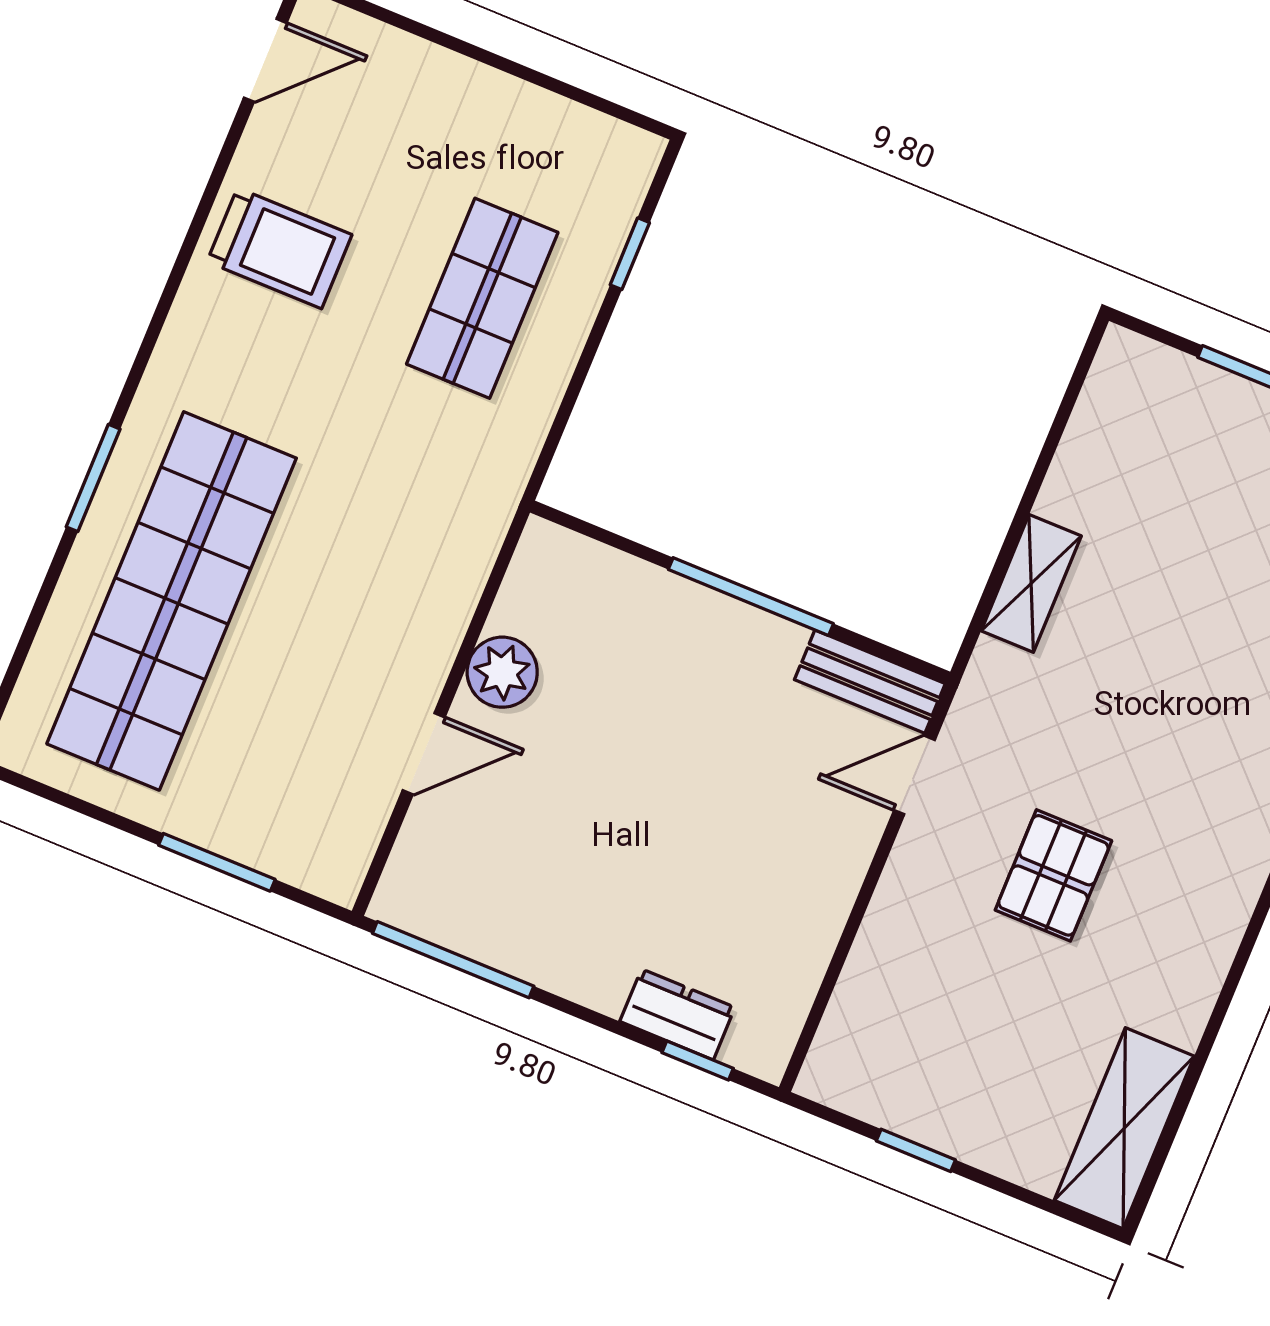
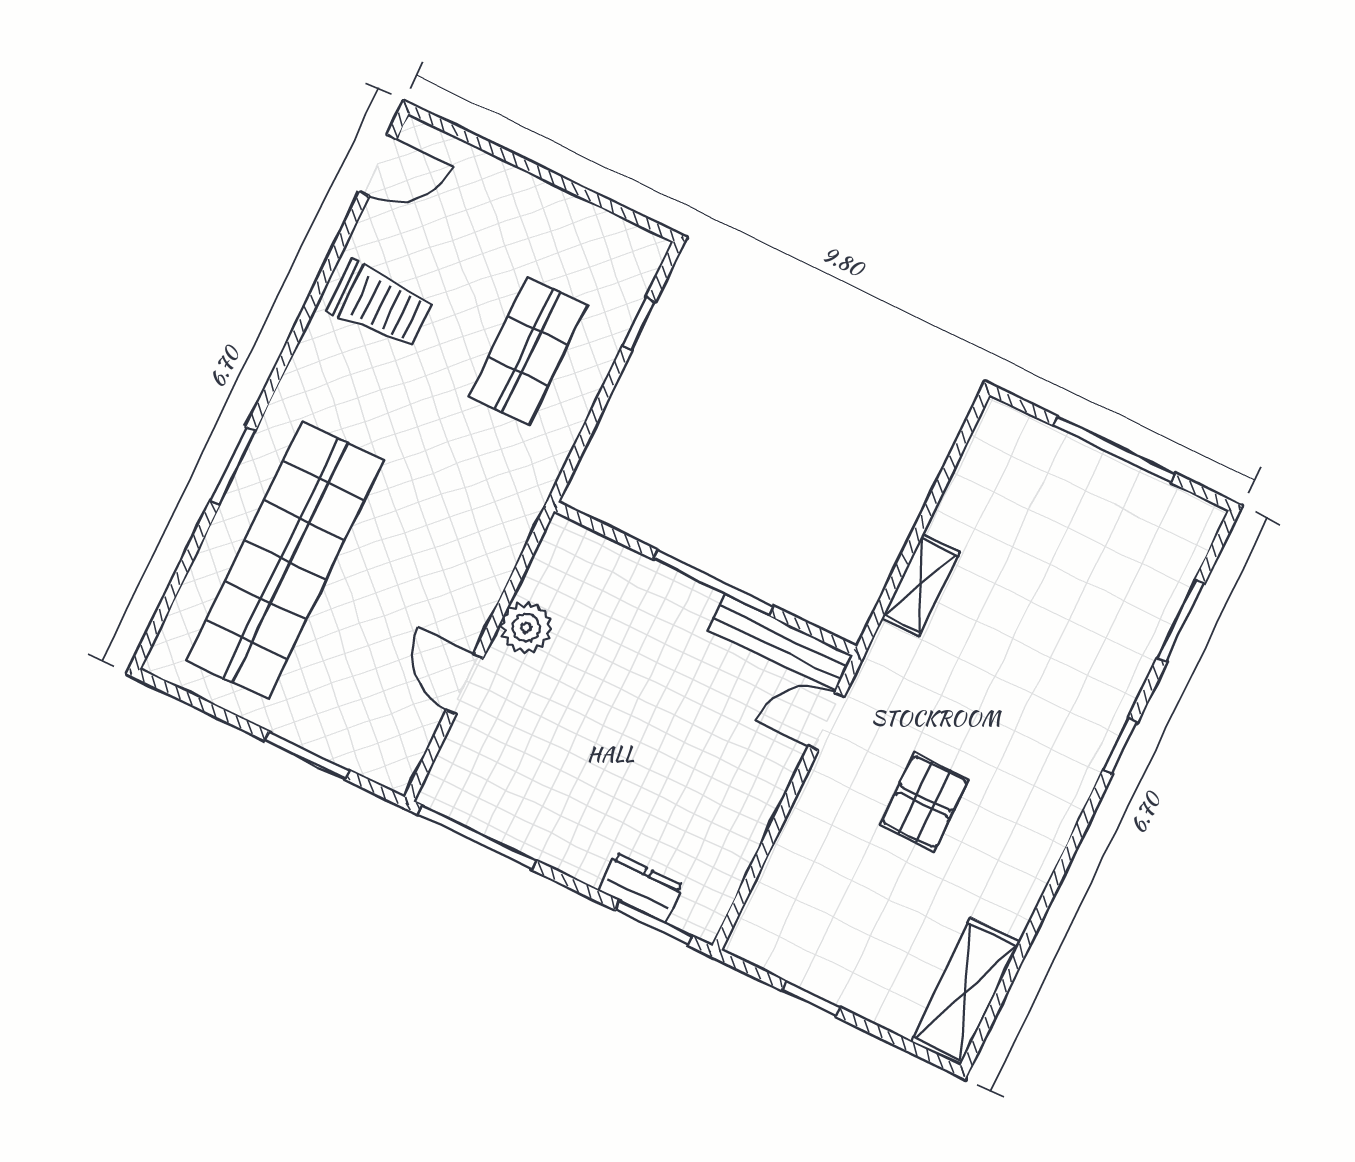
bench: (870, 682) -> (780, 642), width x1.36
door: (424, 754) -> (465, 684), swing flipped
window: (698, 1060) -> (654, 923), width x1.50

